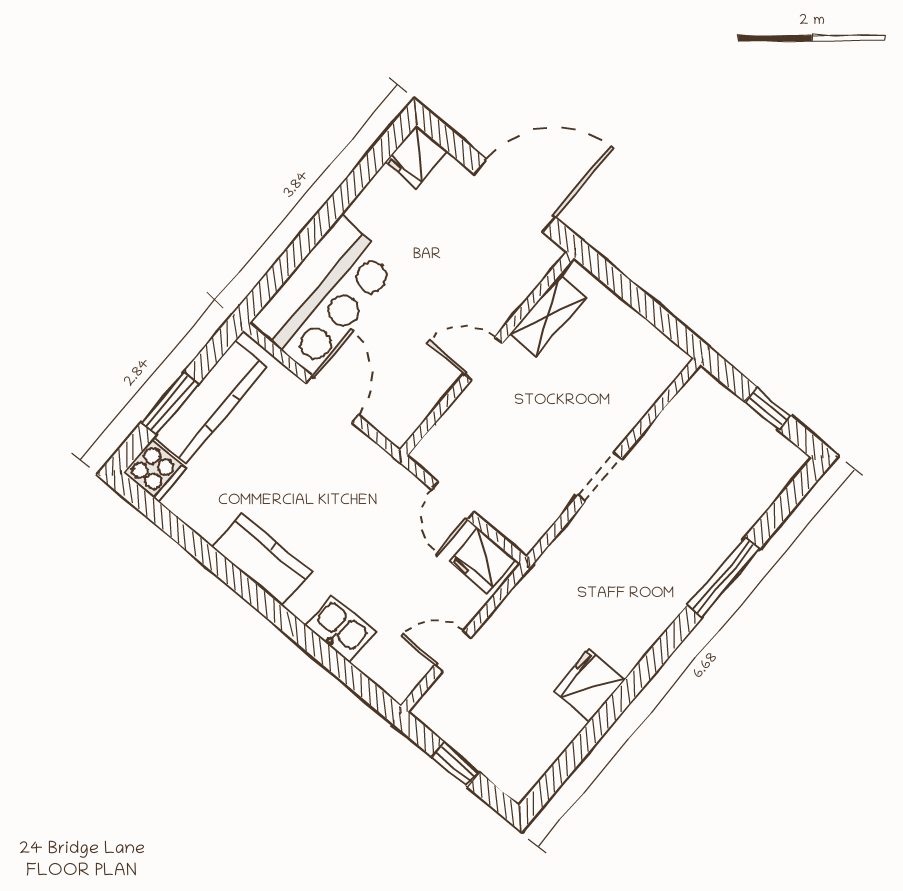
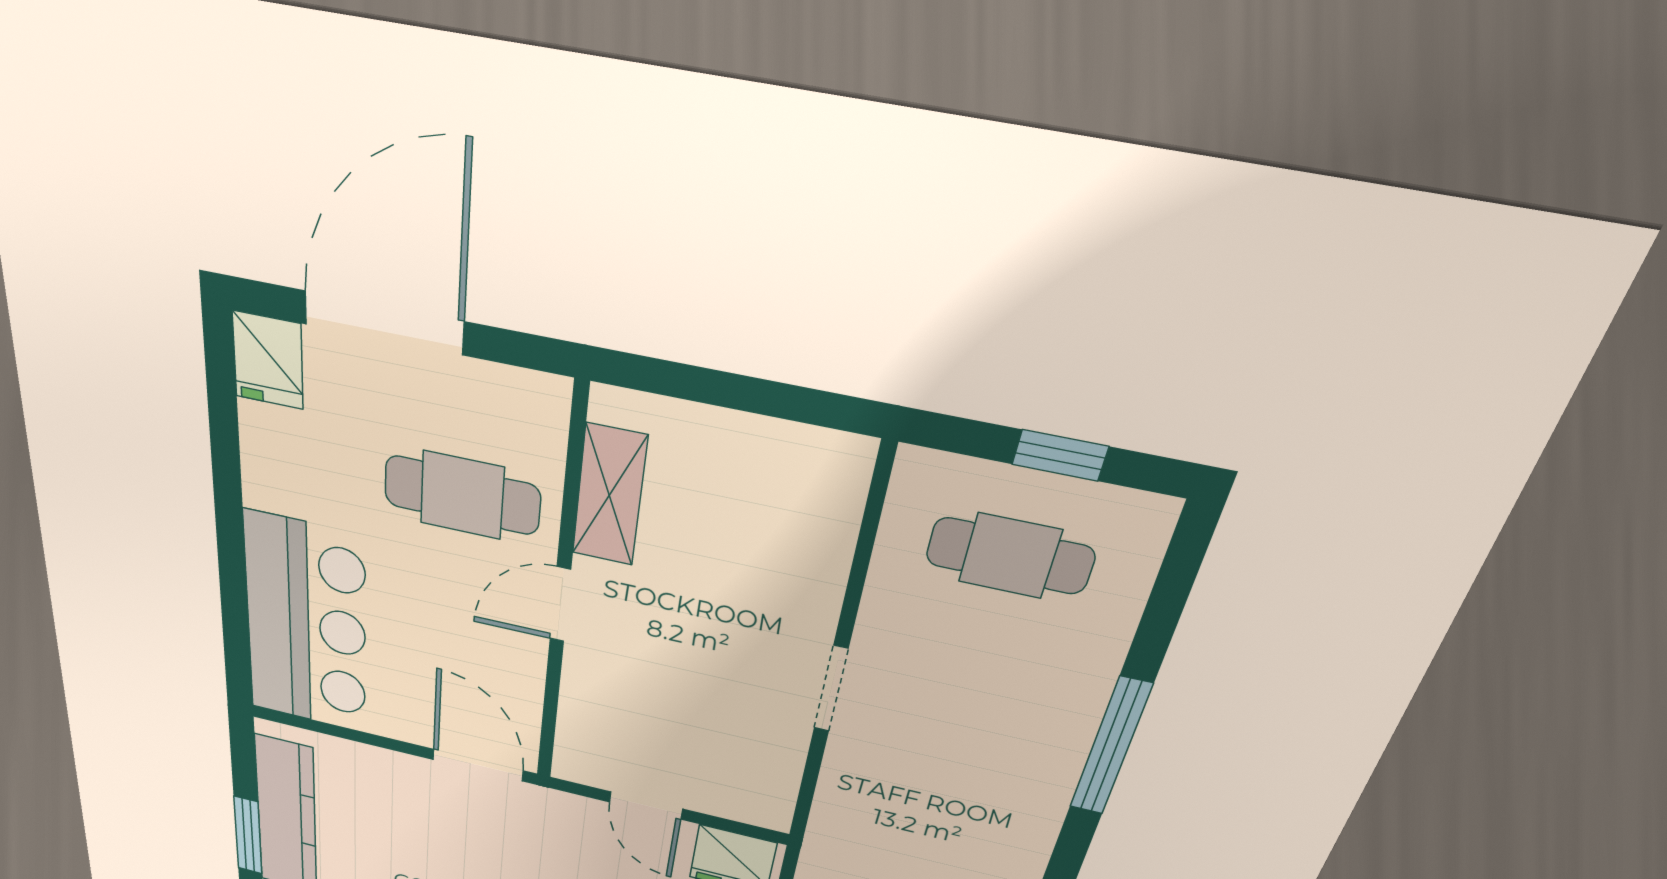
door: (515, 196) -> (384, 323), moved
cafe table: (470, 275) -> (462, 495), added
door: (332, 399) -> (478, 765), moved
cafe table: (723, 447) -> (1010, 556), added

